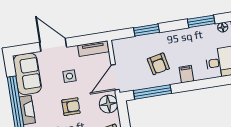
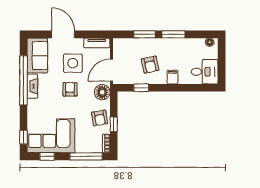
window: (201, 21) -> (173, 34), moved
side table: (69, 76) -> (73, 63), width x1.87, depth x1.87
window: (152, 92) -> (141, 88), width x0.46
armchair: (71, 107) -> (70, 89), turned -90

